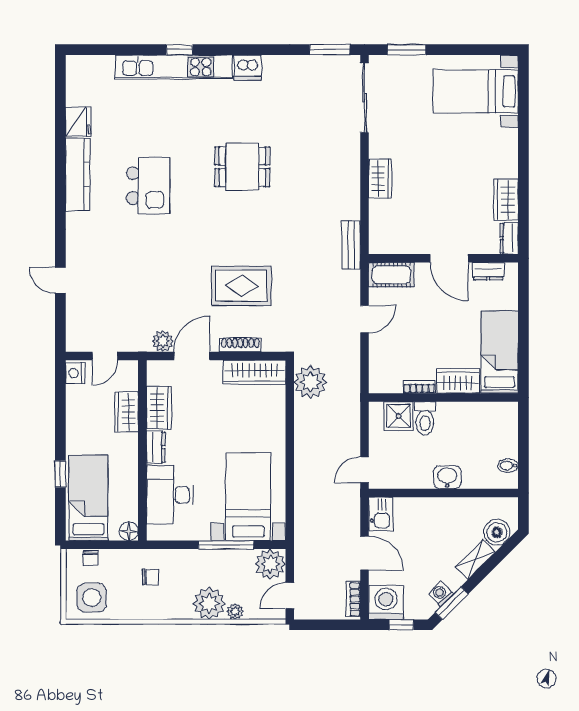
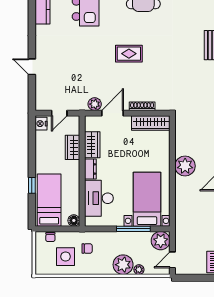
rug: (241, 286) -> (129, 54), moved, width x0.73, depth x0.70
plant: (310, 382) -> (185, 166), moved
side table: (92, 598) -> (66, 257), moved

